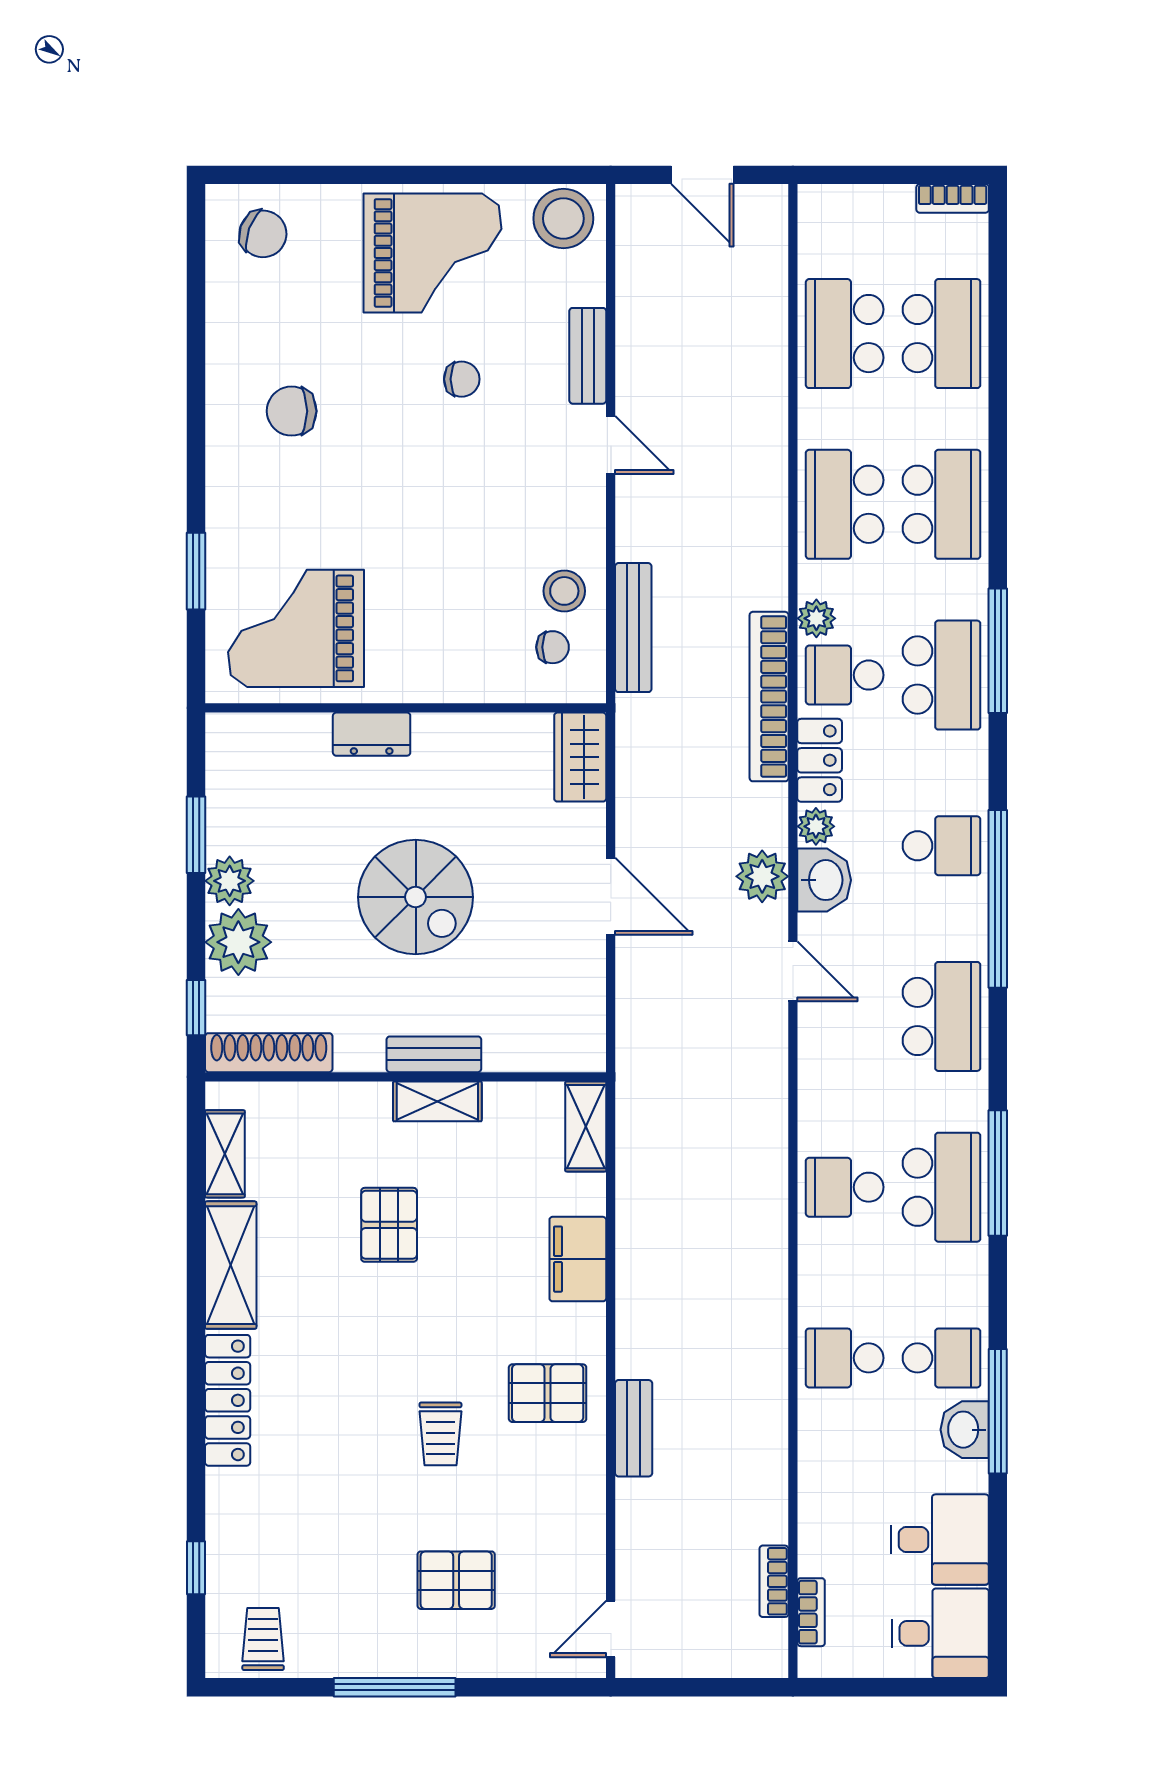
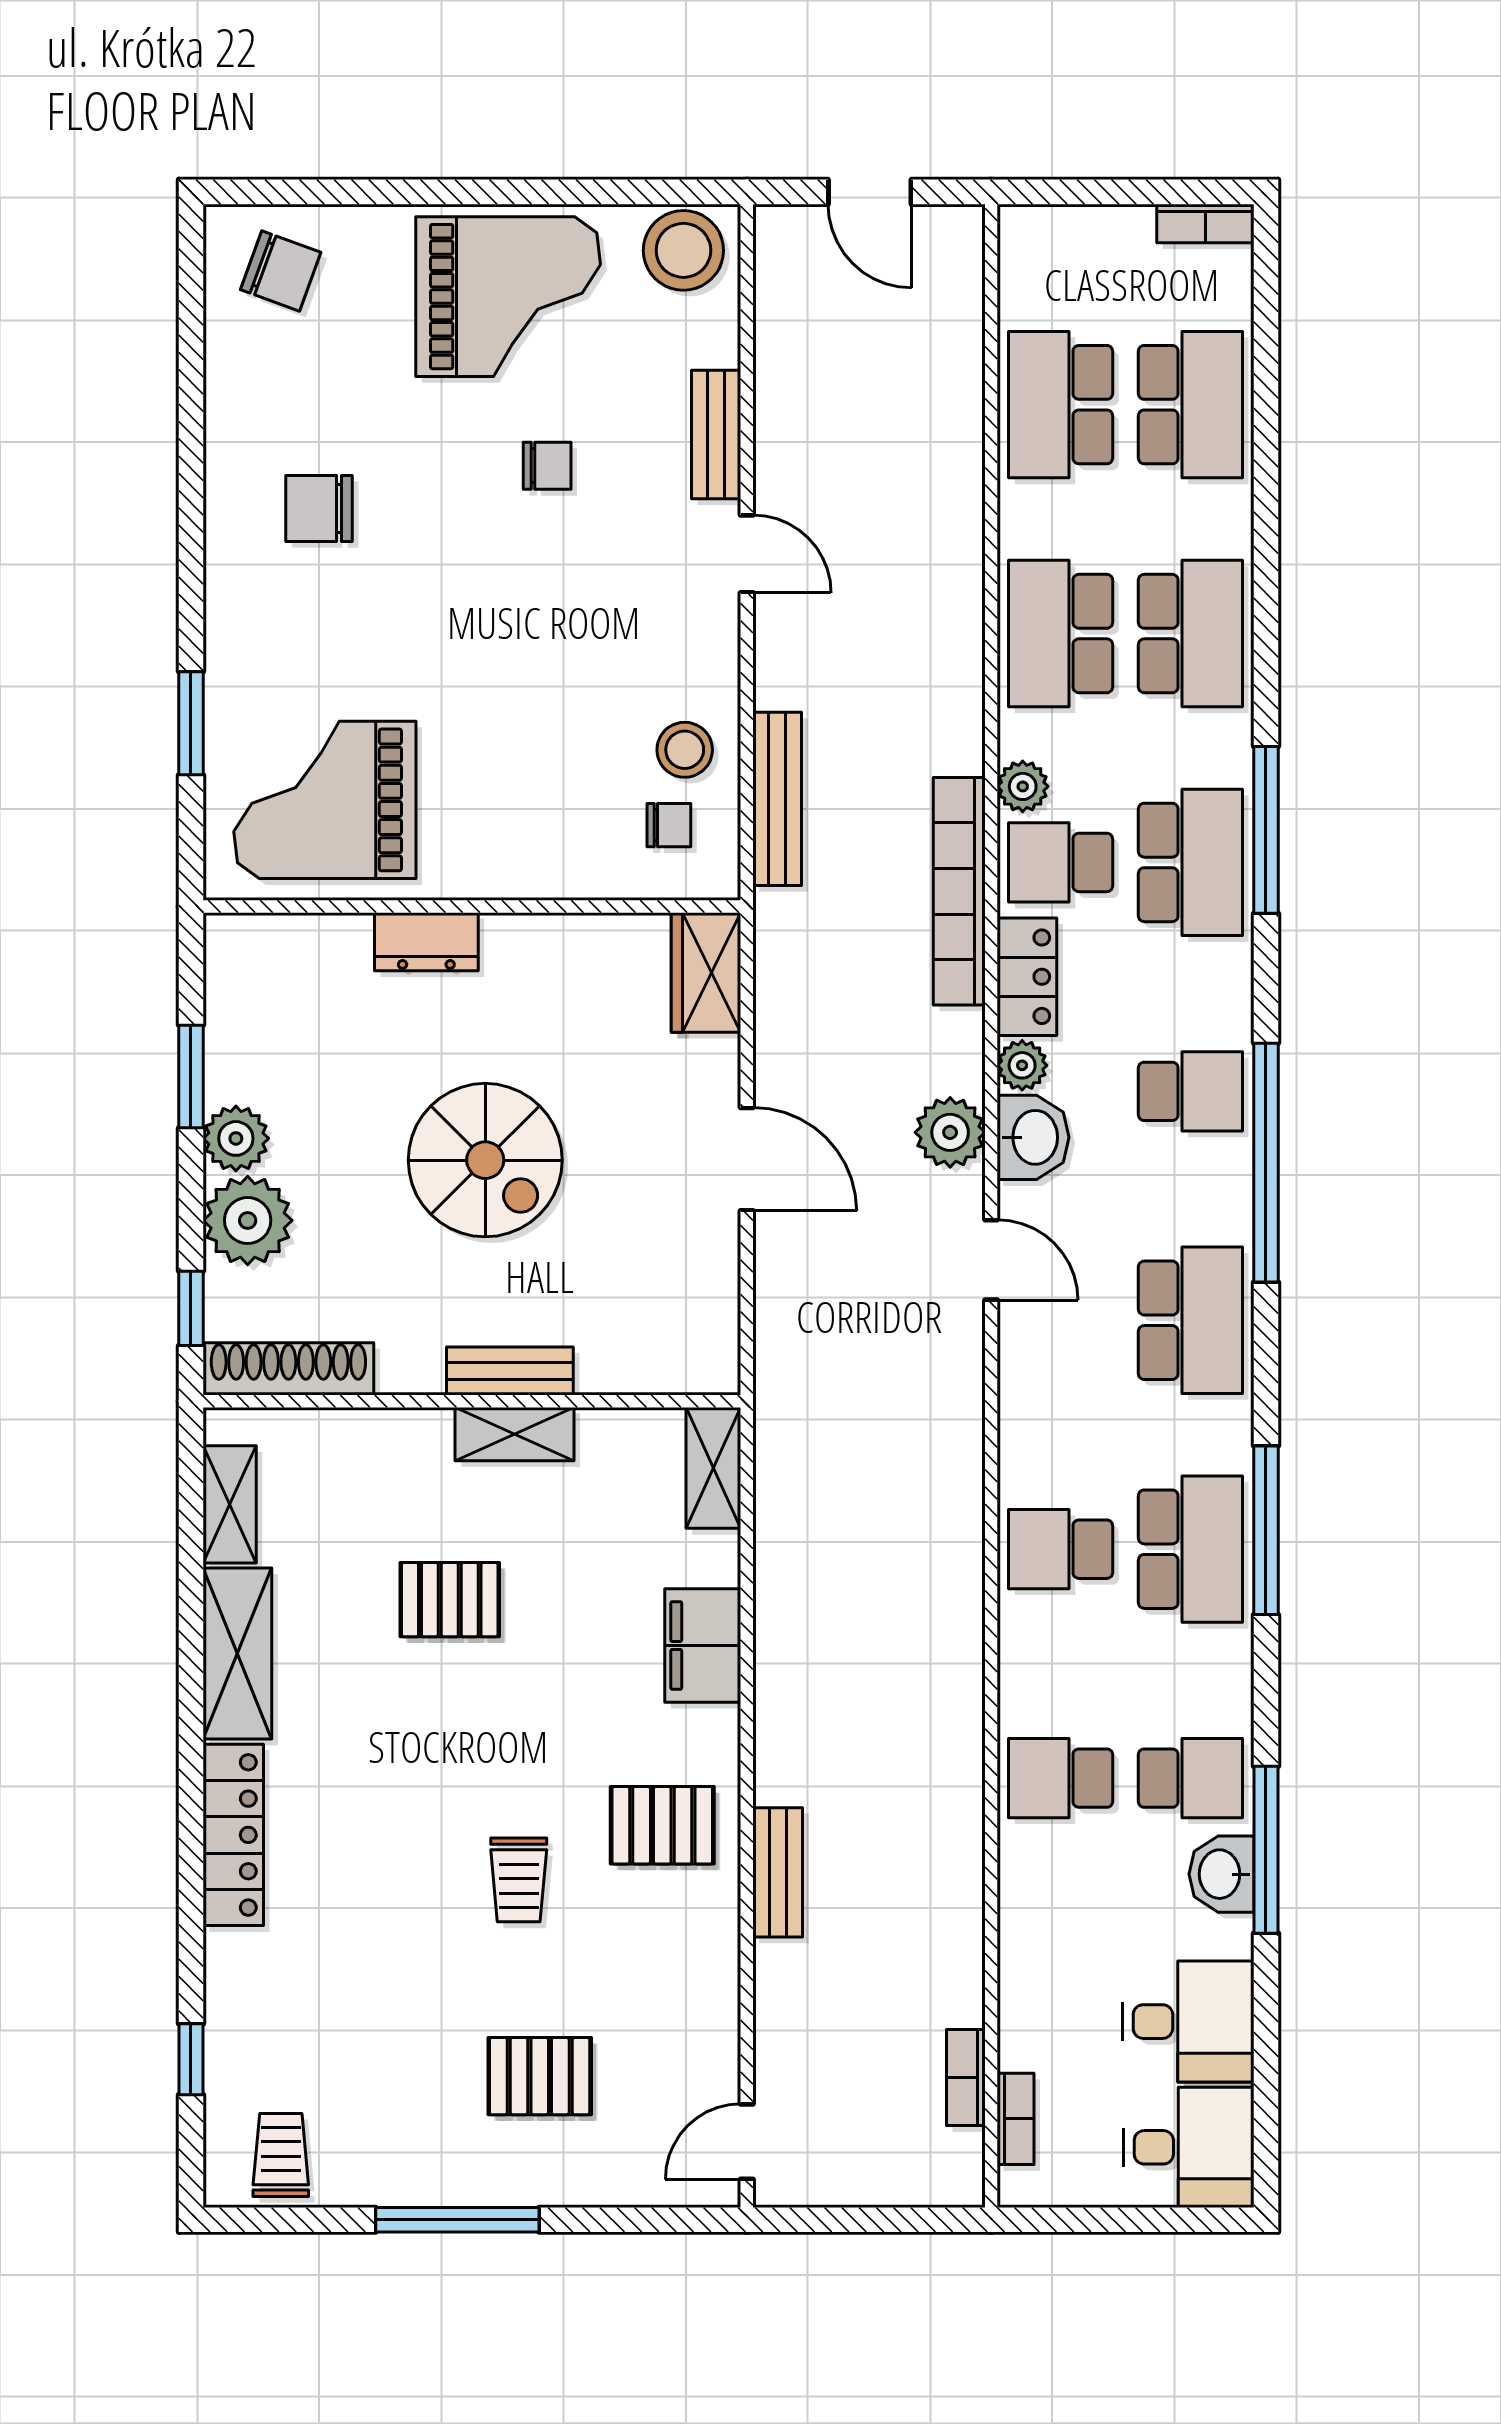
pallet: (389, 1225) -> (450, 1600), turned 90

